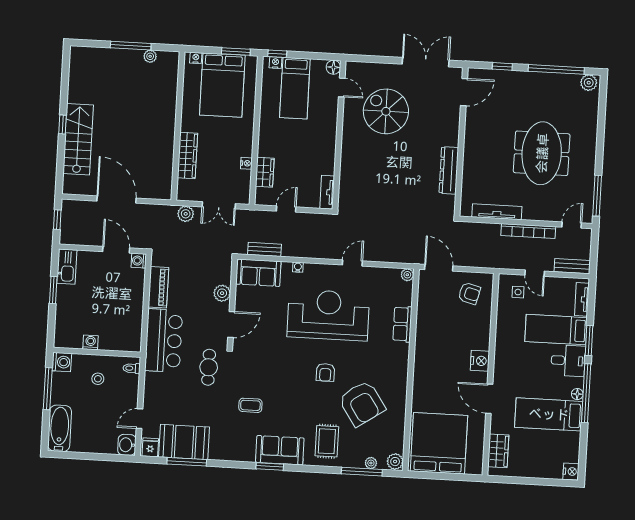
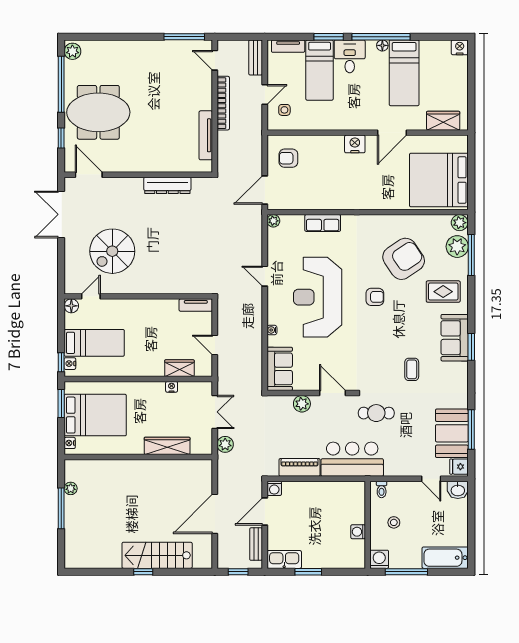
meeting table: (542, 153) -> (98, 112), moved
bench: (264, 249) -> (256, 544), moved
armchair: (469, 293) -> (288, 158), turned -104
plant: (371, 463) -> (457, 247), width x1.88, depth x1.88

